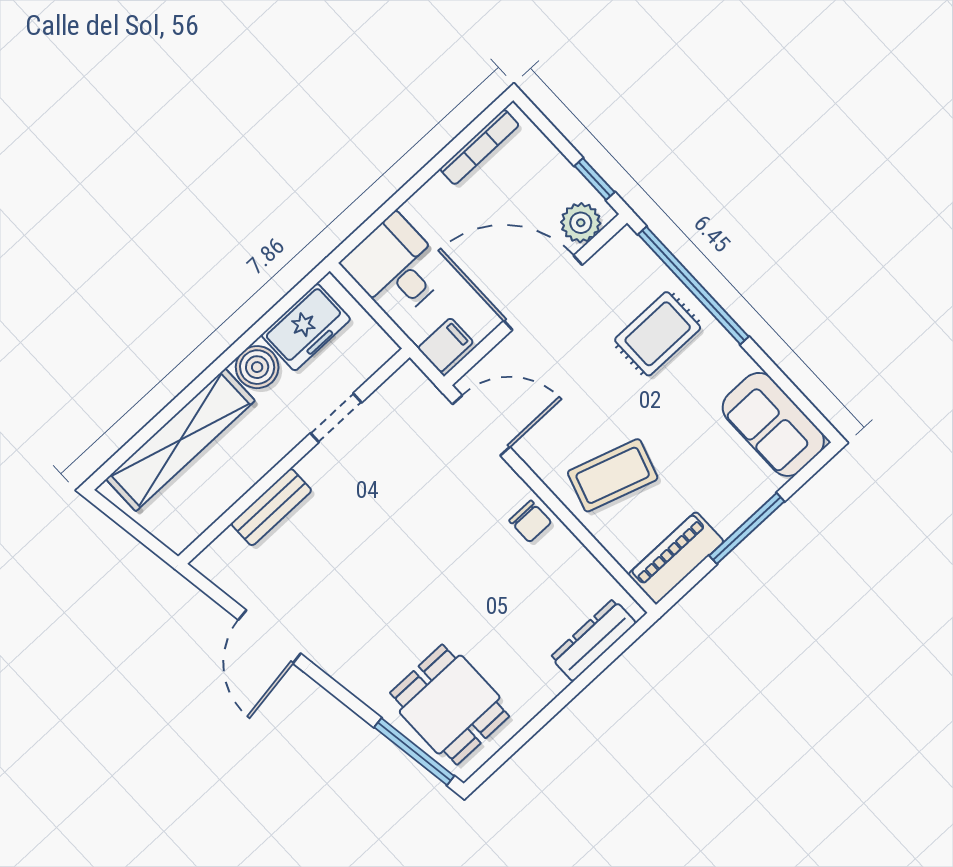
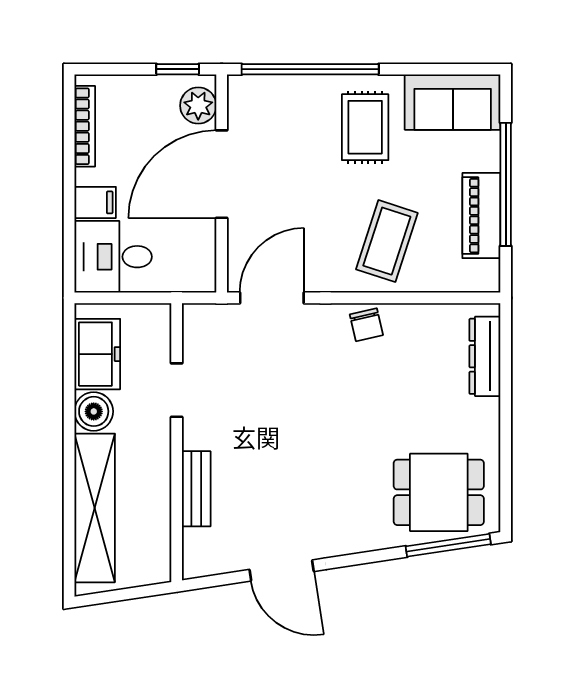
rug: (658, 334) -> (365, 127), moved
filing cabinet: (446, 345) -> (95, 202), moved, turned 90
chair: (530, 521) -> (366, 325), turned 77
window: (747, 528) -> (506, 184), width x1.46
piano: (676, 558) -> (481, 216), moved

